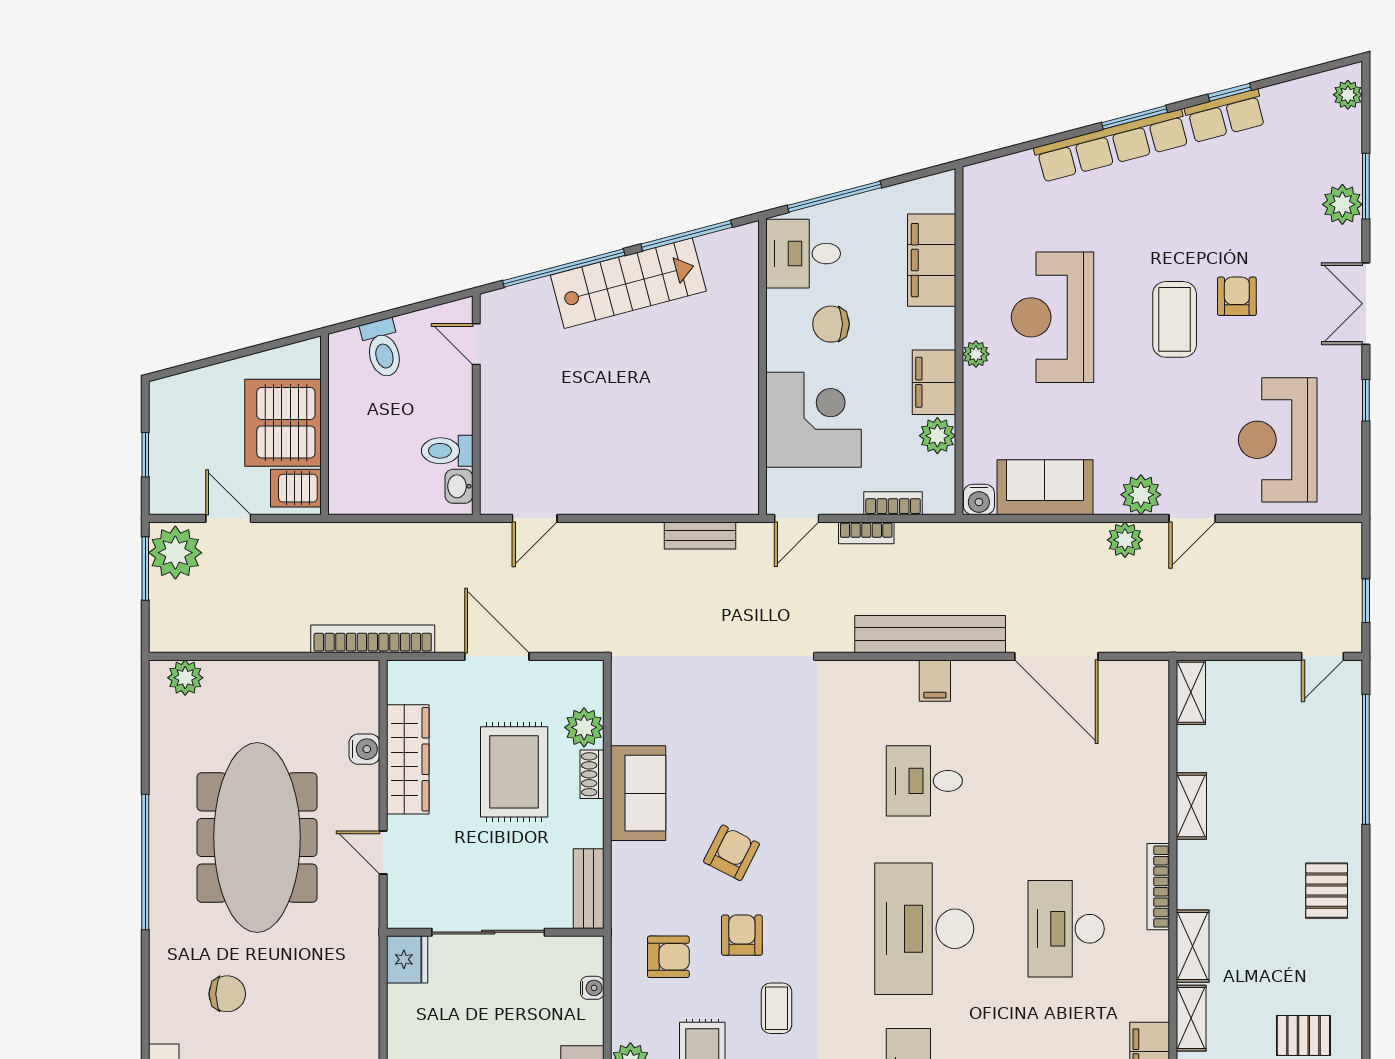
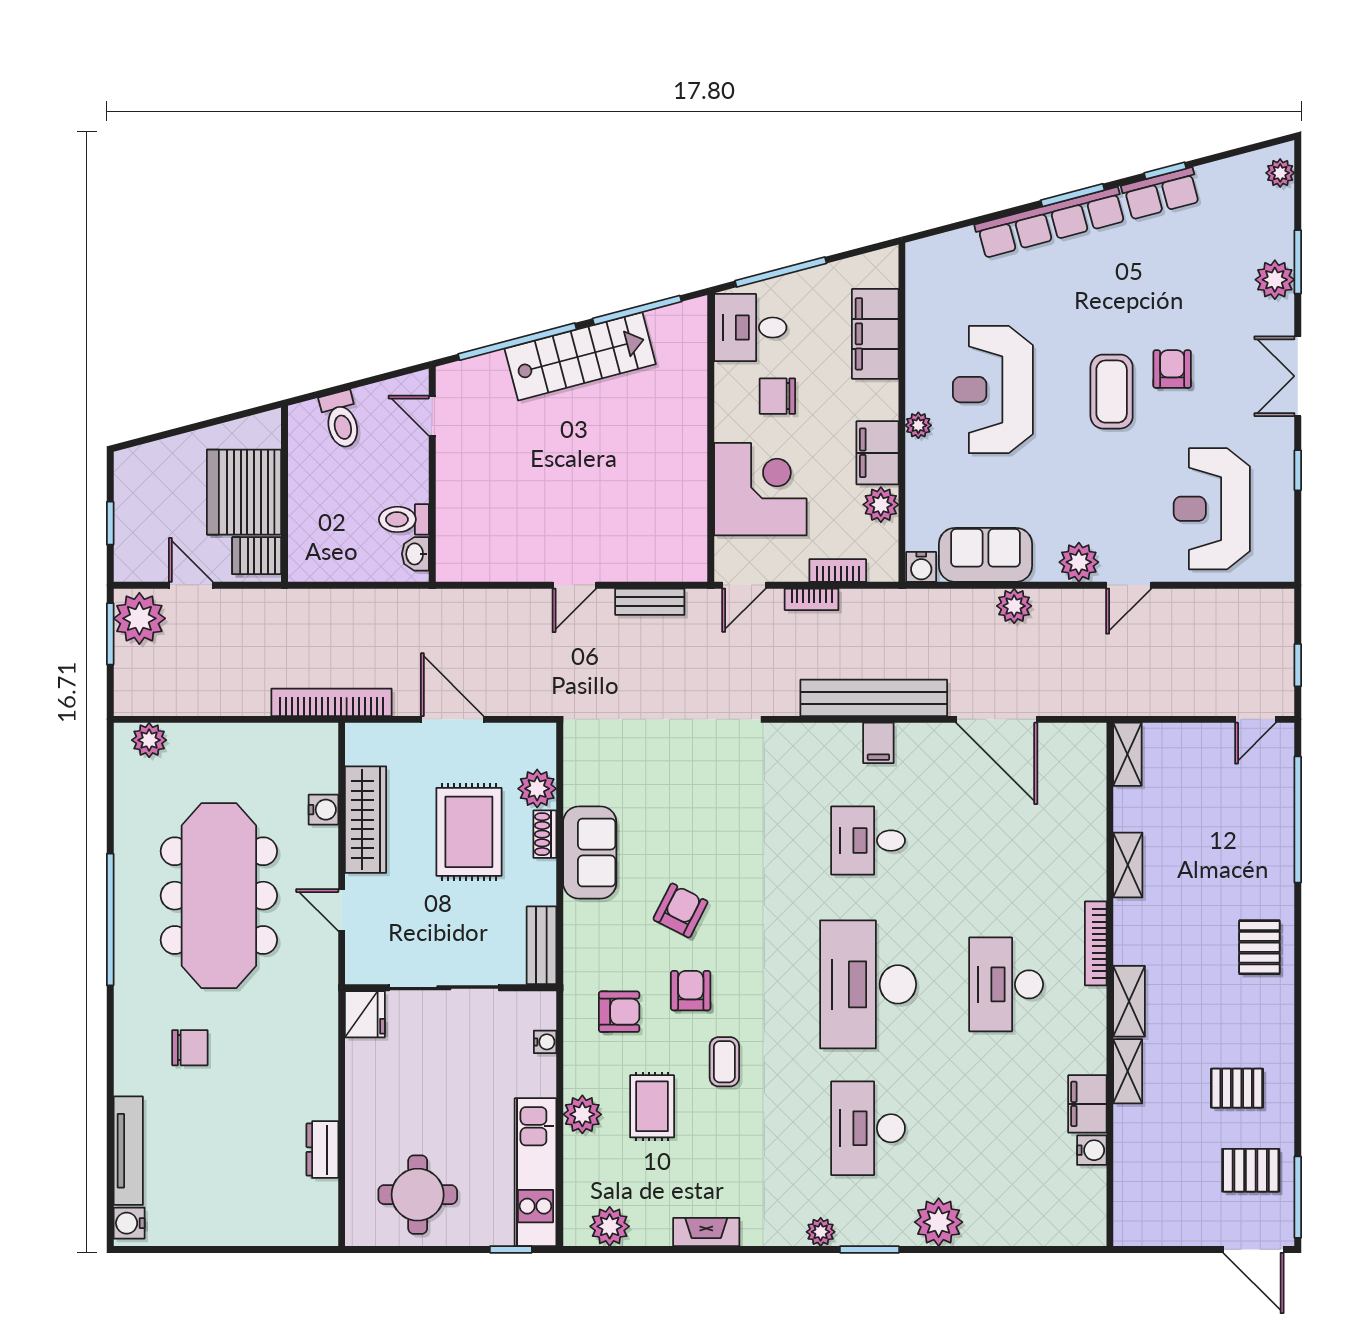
door: (535, 518) -> (574, 585), moved
plant: (1125, 540) -> (1014, 606), moved

